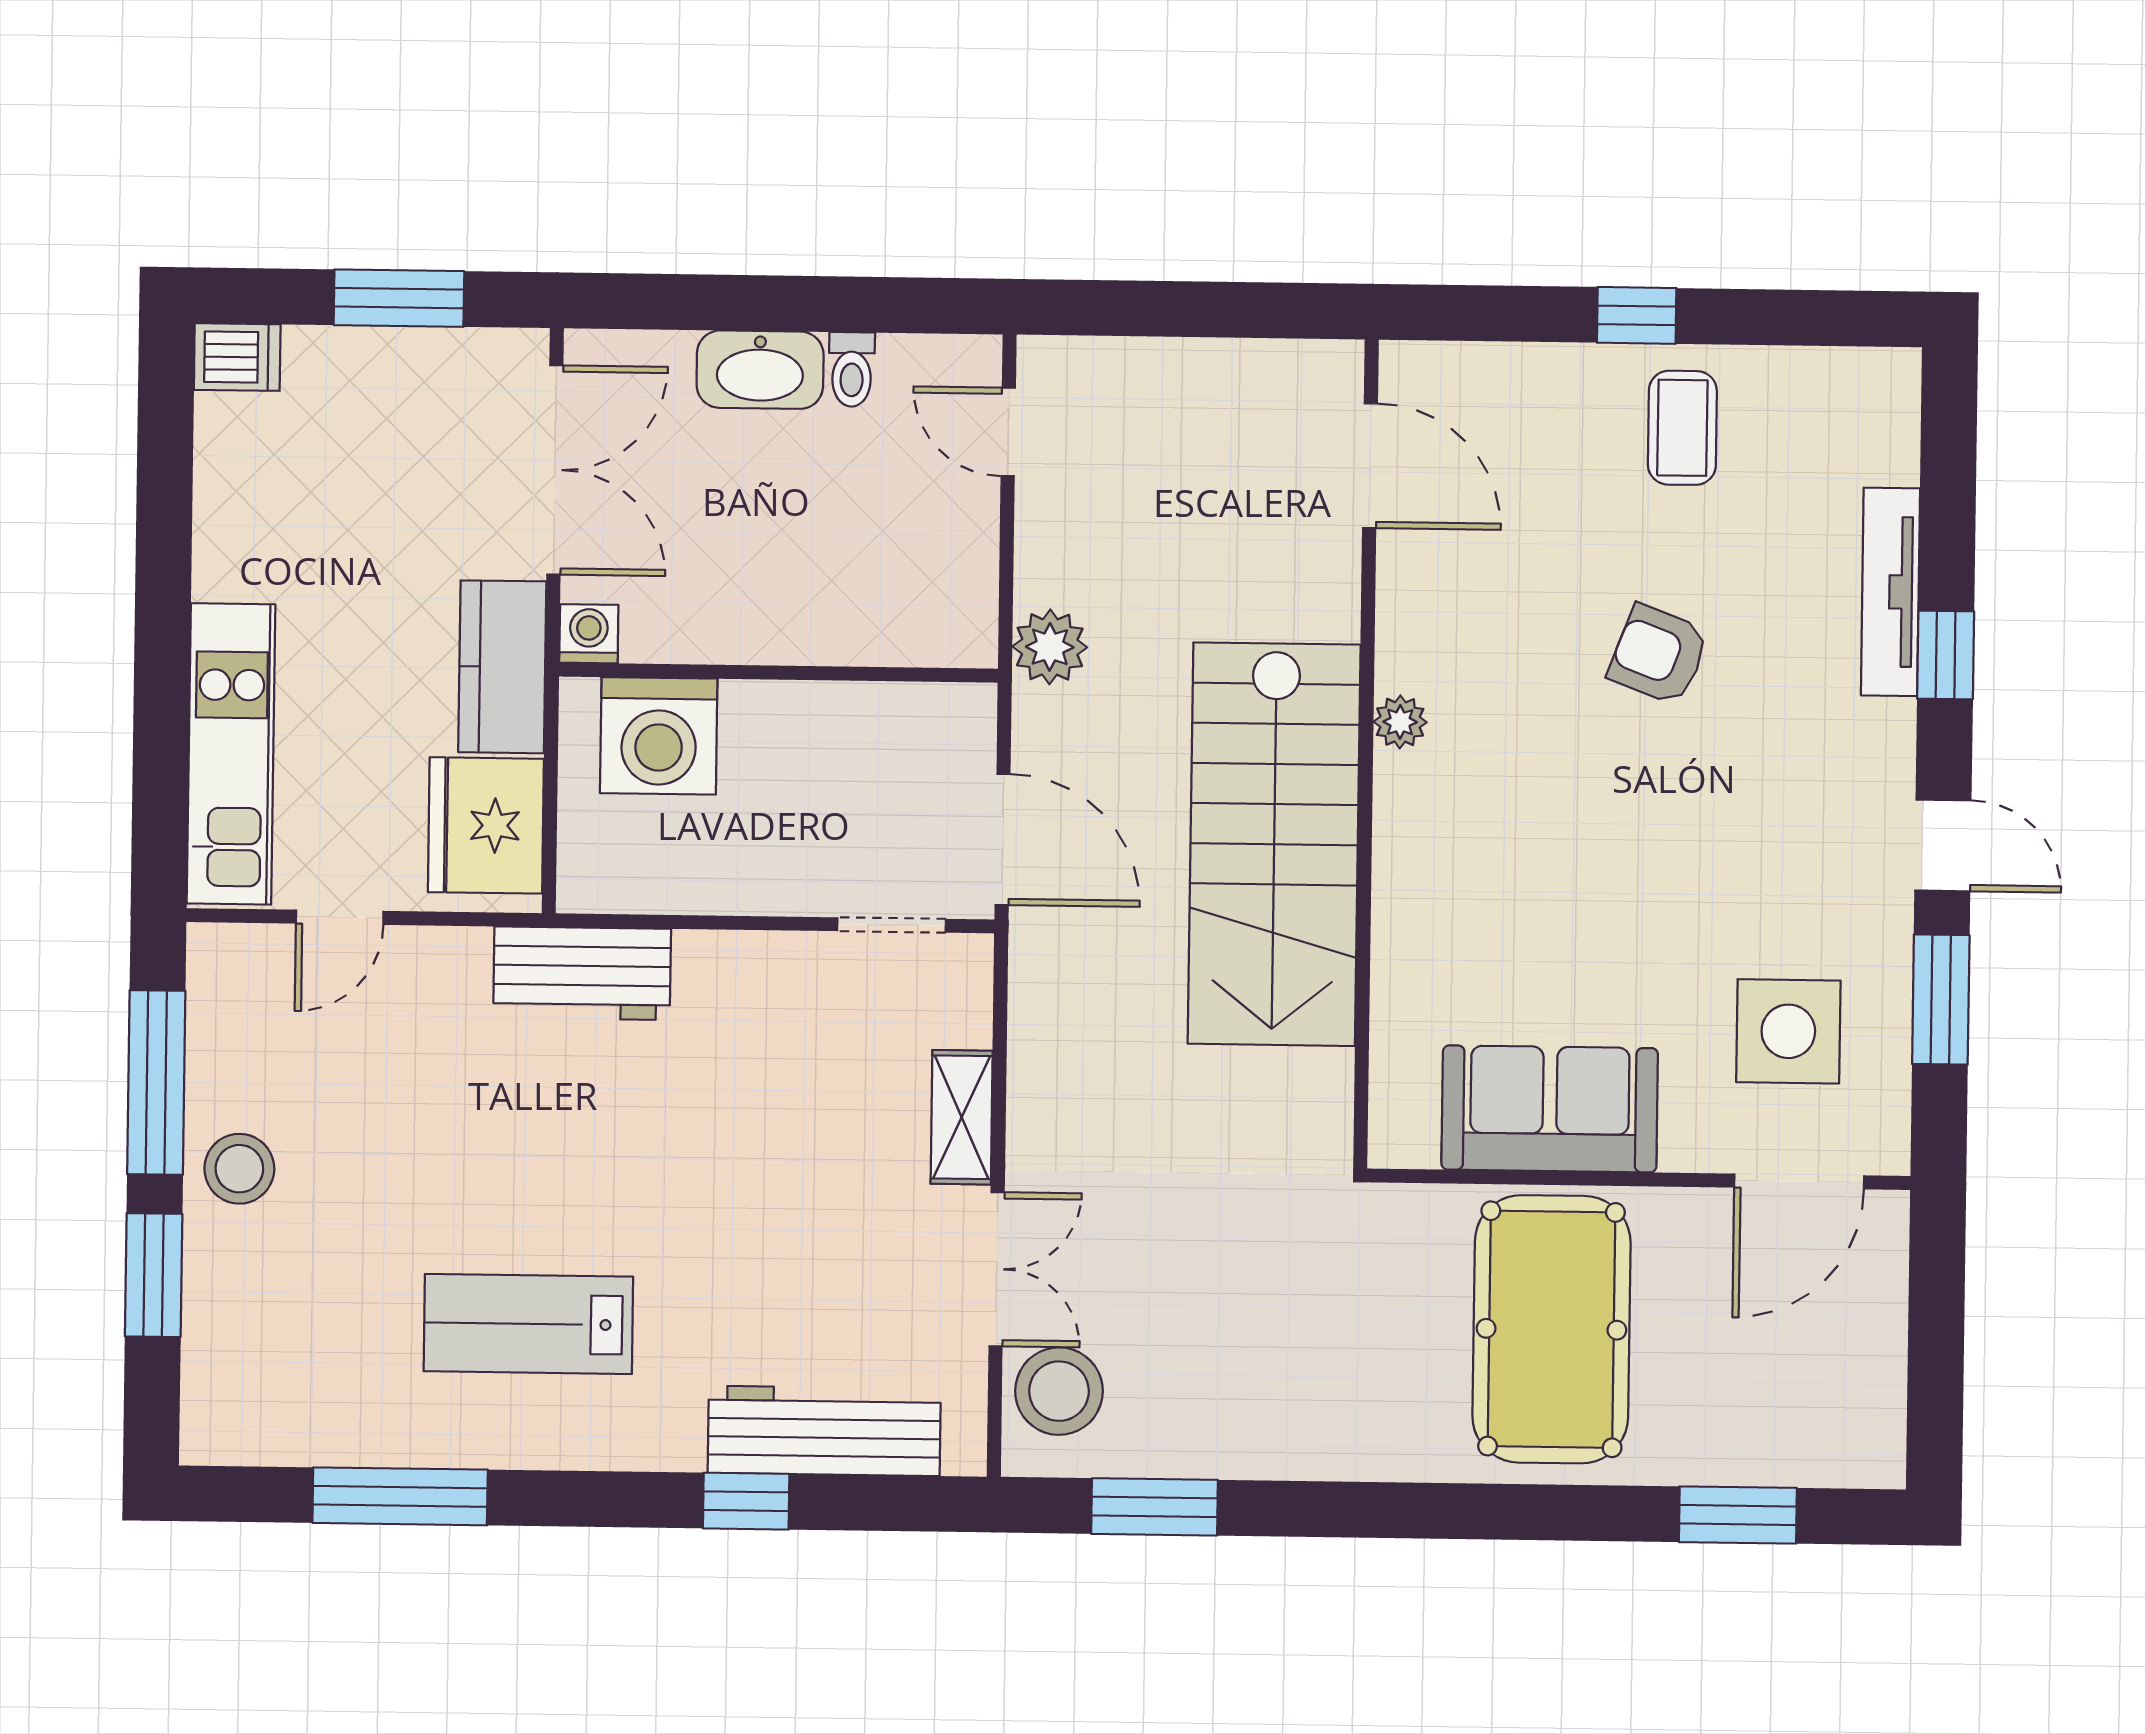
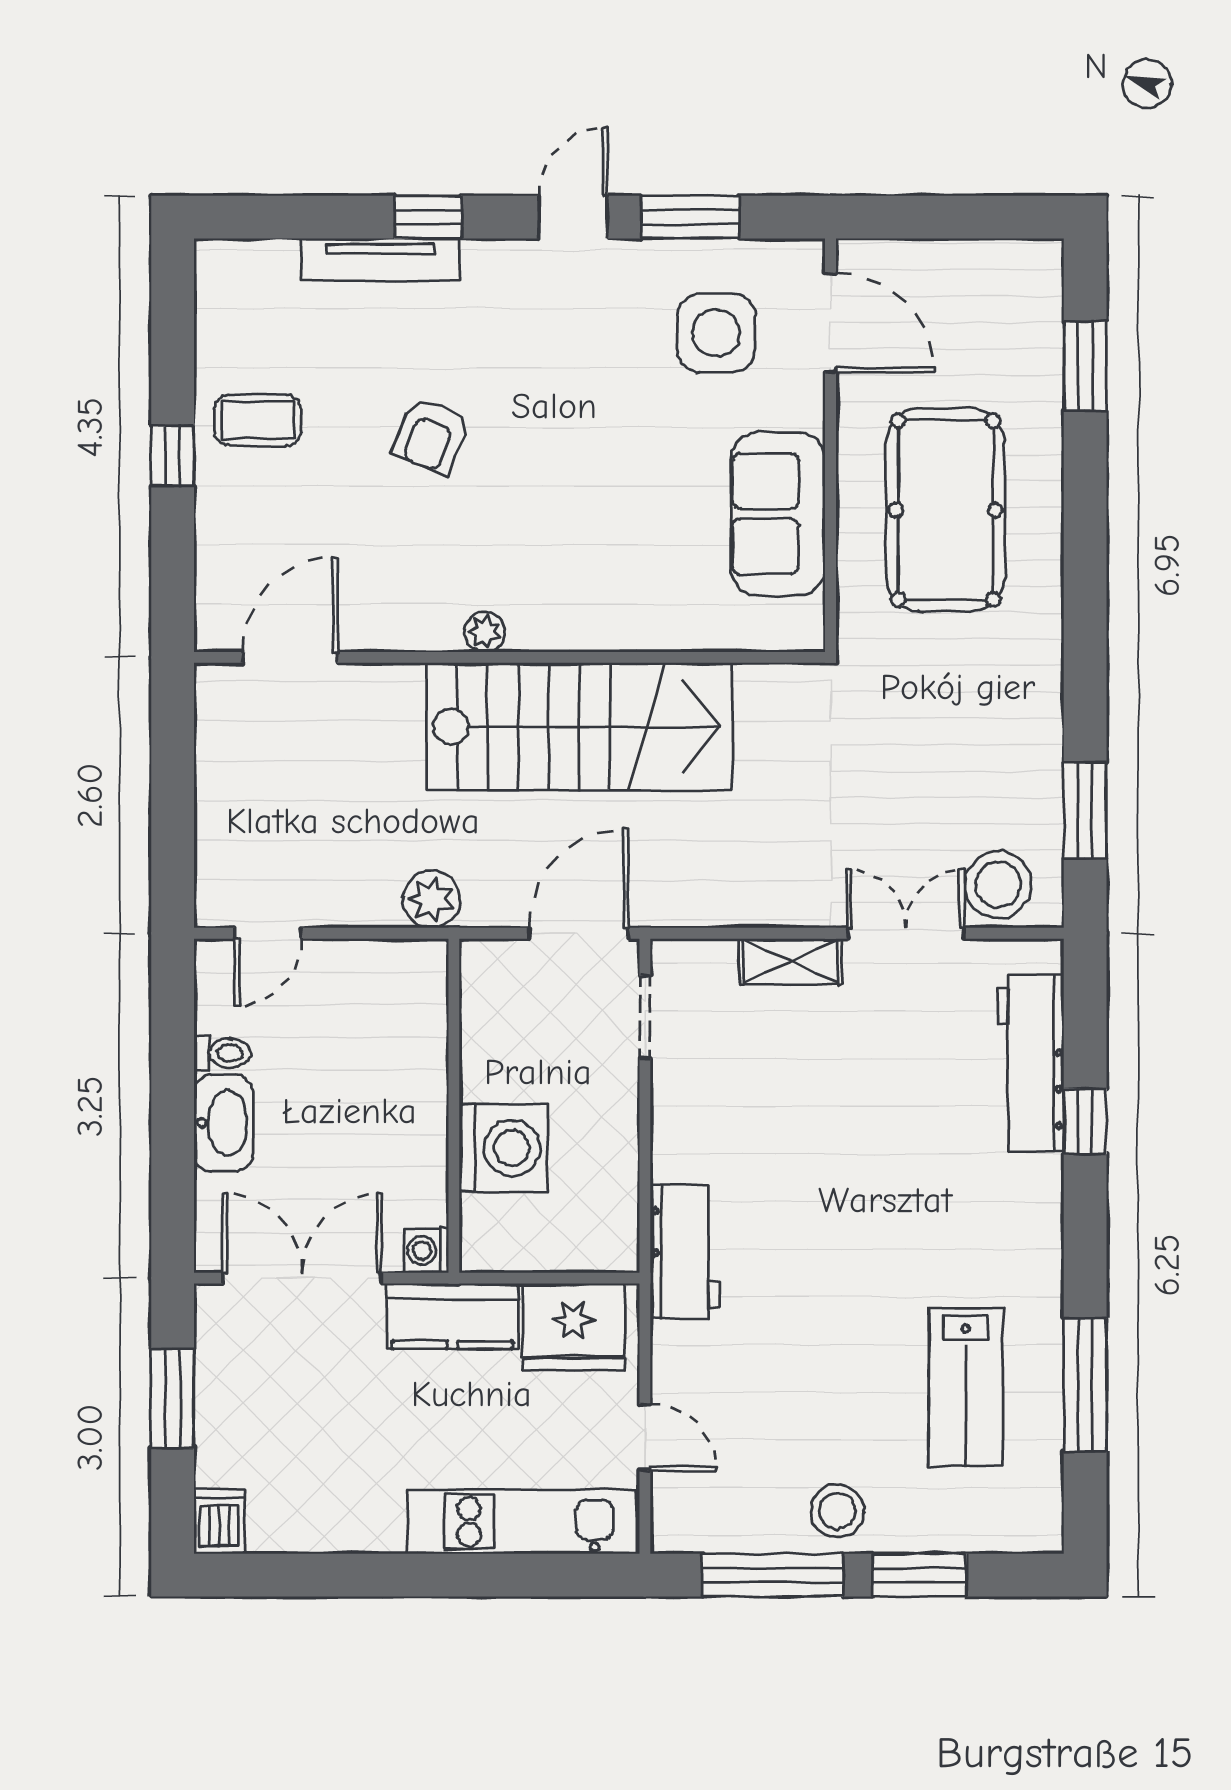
washing machine: (659, 736) -> (503, 1148), moved
lab bench: (528, 1324) -> (966, 1387), moved
pool table: (1551, 1329) -> (946, 510), turned 90

